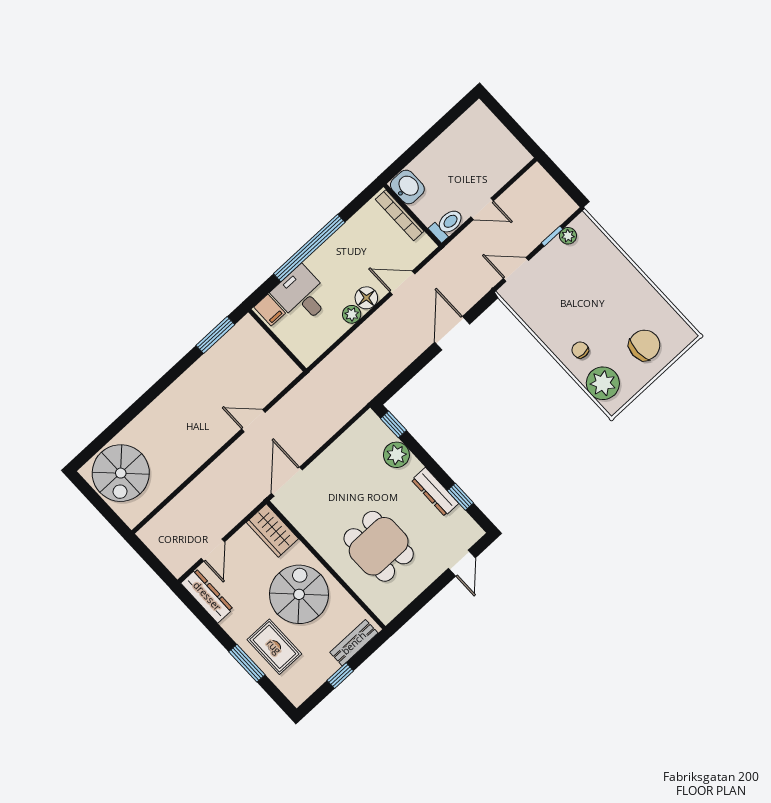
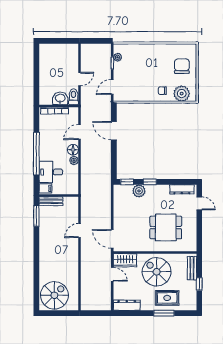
washbasin: (407, 187) -> (60, 98), moved
bench: (258, 336) -> (51, 201), added
spiral stairs: (121, 473) -> (54, 295), turned -90
dresser: (435, 492) -> (182, 189), moved
window: (460, 497) -> (150, 182), moved
door: (213, 550) -> (112, 274), moved

